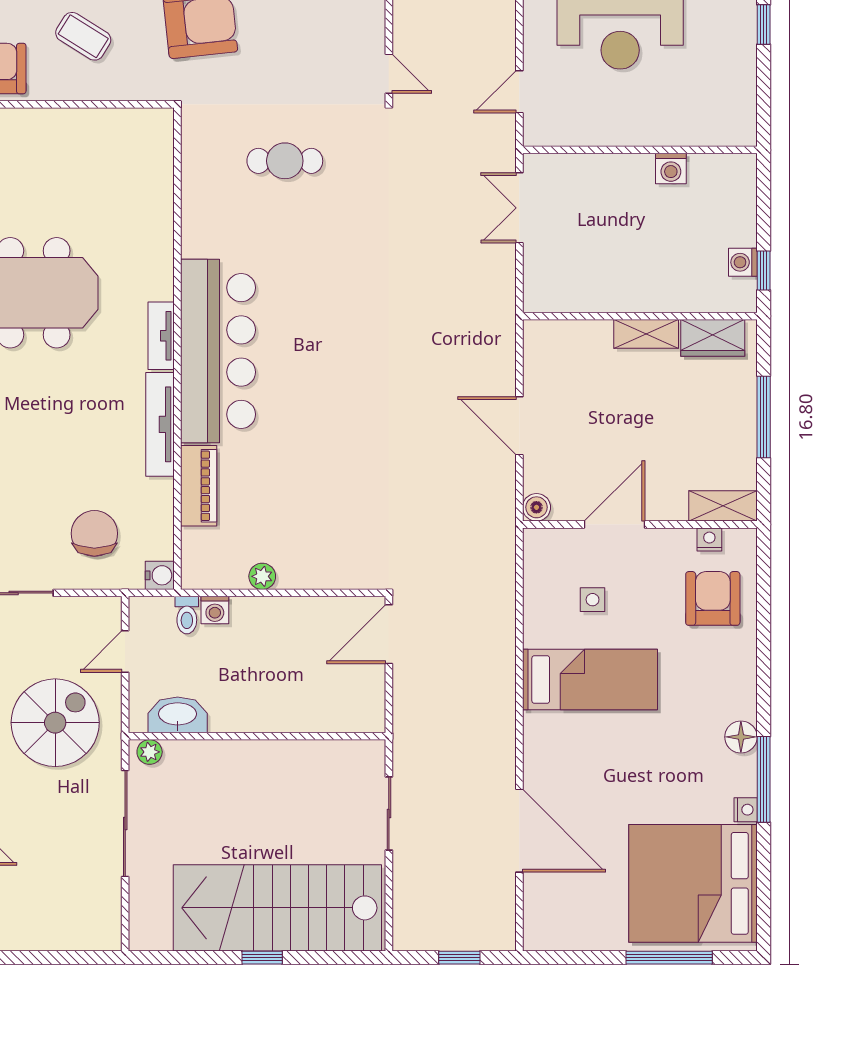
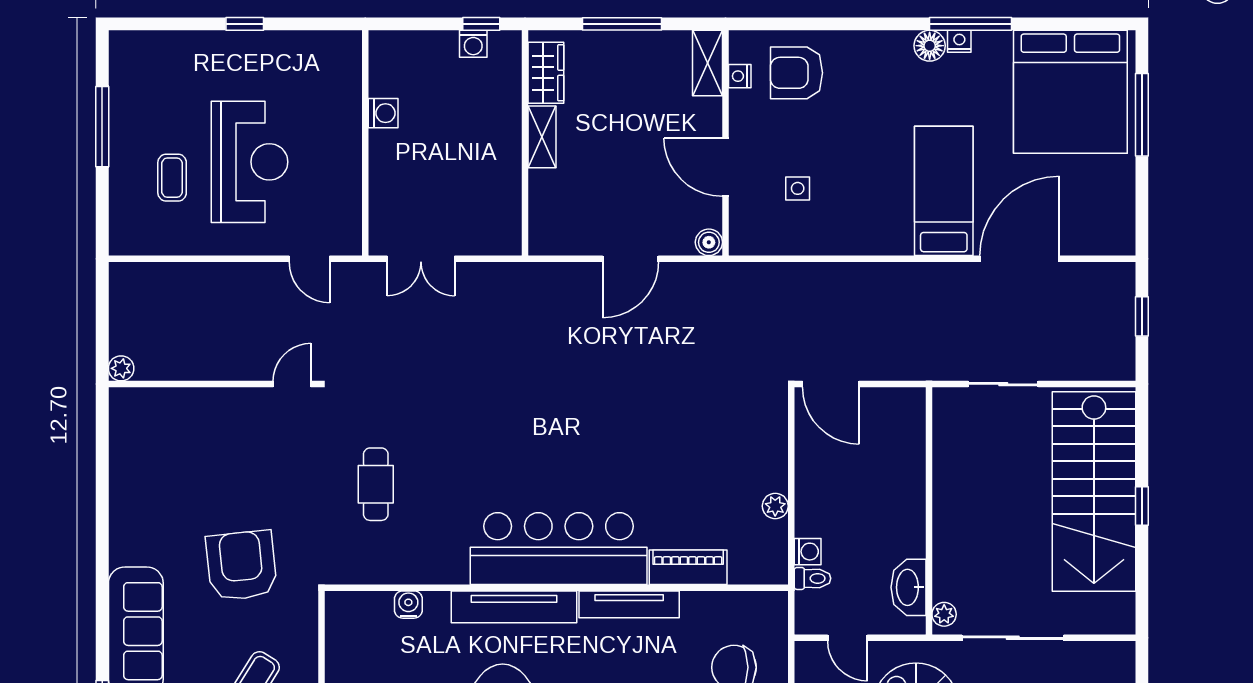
tv unit: (161, 336) -> (514, 607), width x1.92, depth x1.29
water cooler: (160, 575) -> (408, 605), moved
bed: (590, 680) -> (944, 191), moved
nightstand: (746, 810) -> (959, 41), moved

